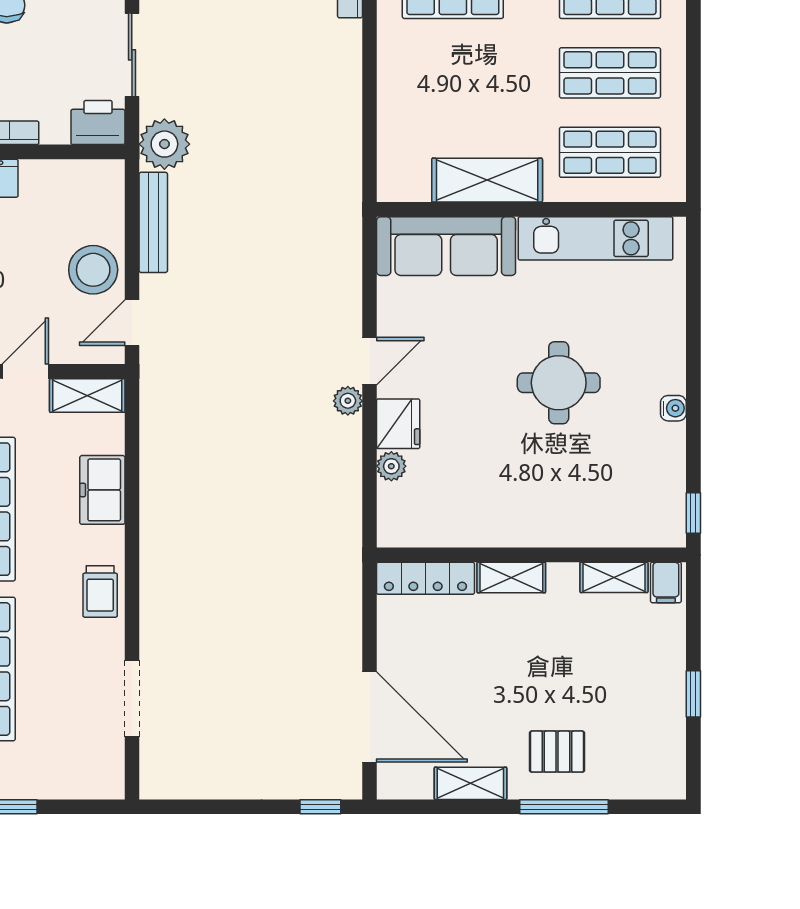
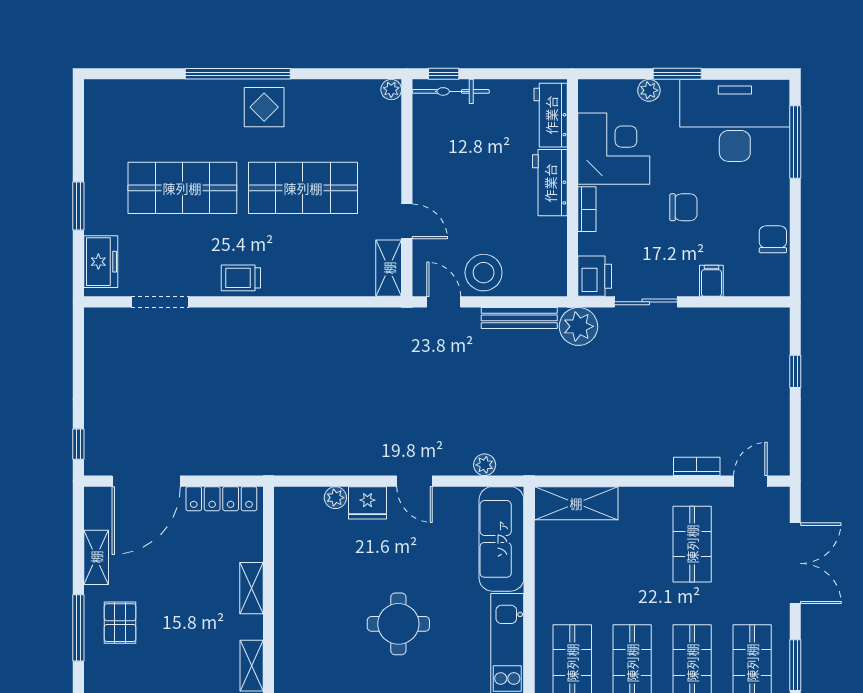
shelving: (487, 180) -> (576, 503), moved, turned 90
plant: (348, 401) -> (485, 465), moved
freezer: (102, 490) -> (101, 262), moved, turned 90
locker: (425, 578) -> (221, 499), moved, turned -90

